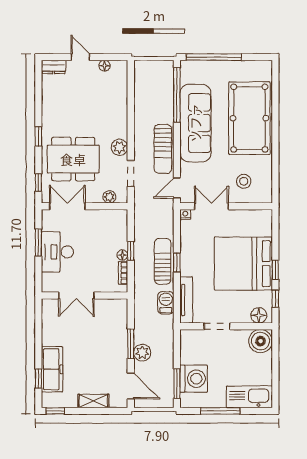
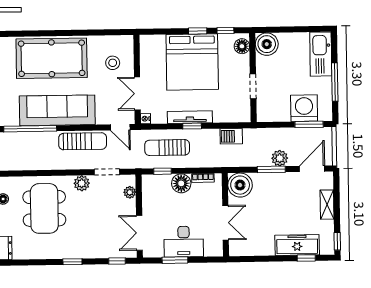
dining table: (73, 159) -> (44, 208), moved
window: (131, 251) -> (163, 171), moved
floor lamp: (122, 255) -> (181, 183), width x1.89, depth x1.89
sun lounger: (163, 261) -> (167, 148), moved
tv unit: (186, 300) -> (190, 117), moved
boiler: (115, 311) -> (240, 185), added

